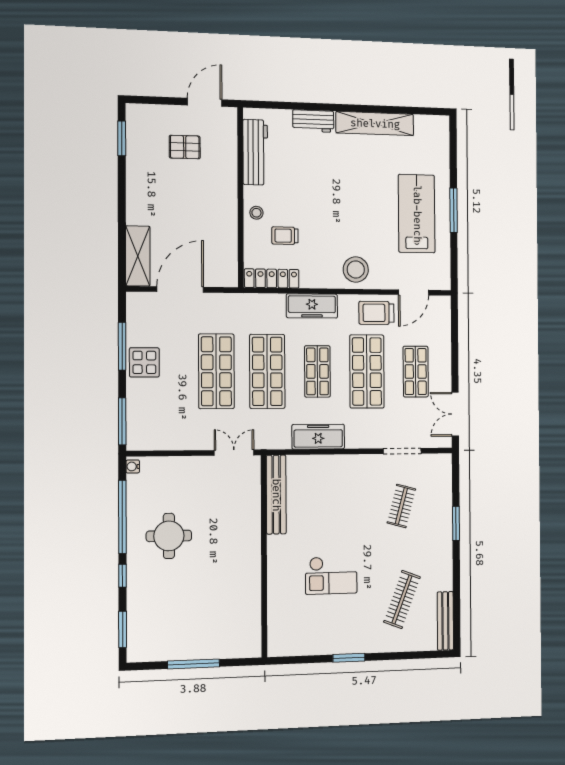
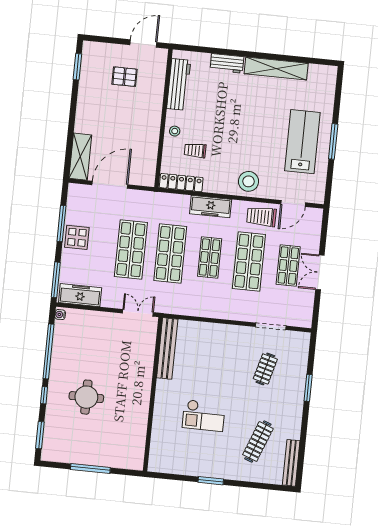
double door: (455, 414) -> (320, 272), moved
freezer: (318, 437) -> (80, 295), moved
round table: (169, 536) -> (86, 397), moved

